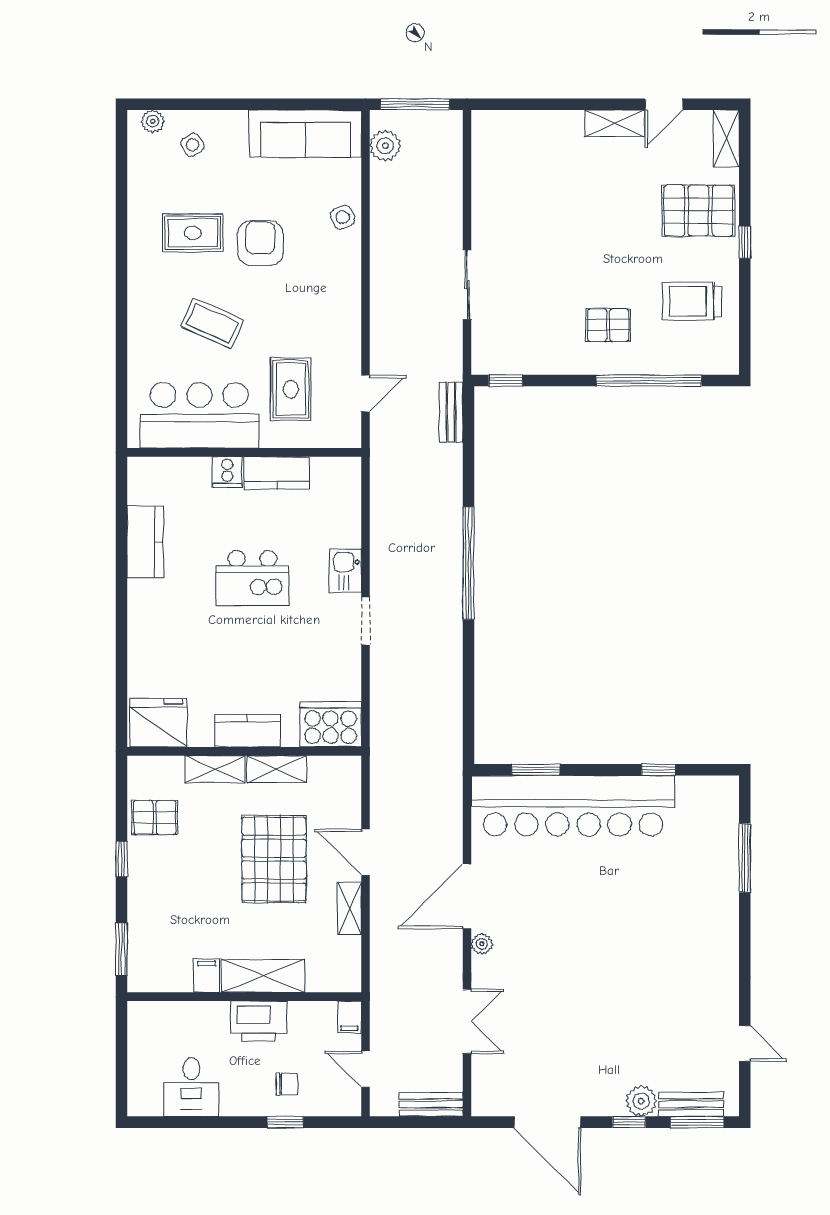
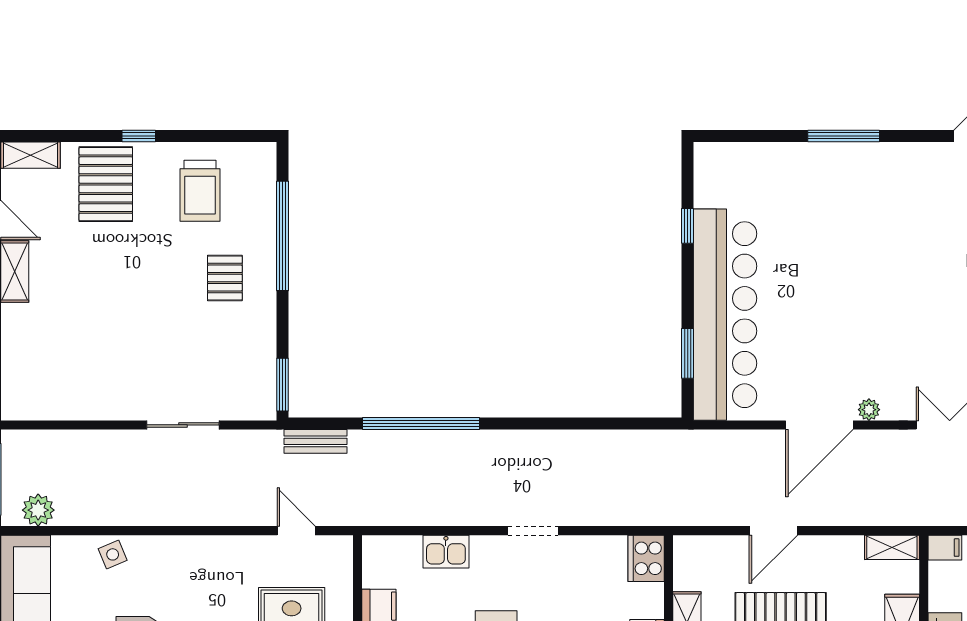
window: (506, 381) -> (283, 385), width x1.50
window: (468, 563) -> (421, 424), moved
kitchen sink: (345, 571) -> (446, 552), moved
cooker: (331, 724) -> (646, 558), width x0.73, depth x0.76
window: (745, 858) -> (844, 136), moved
door: (467, 896) -> (819, 425), hinge flipped
shelving: (349, 908) -> (892, 547), moved

